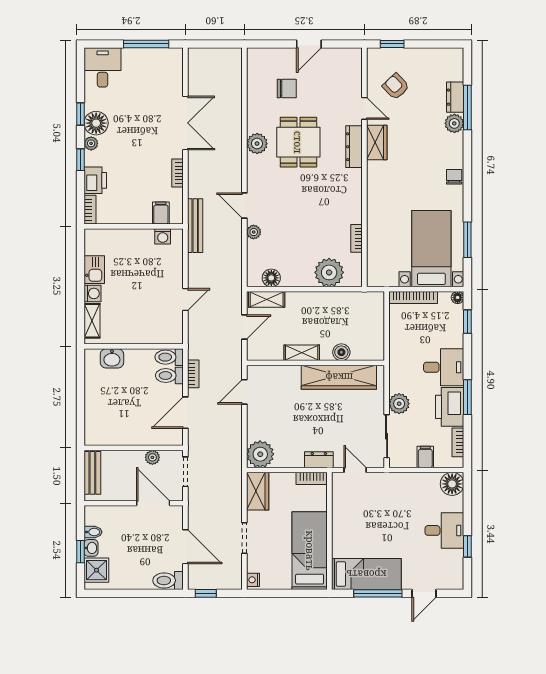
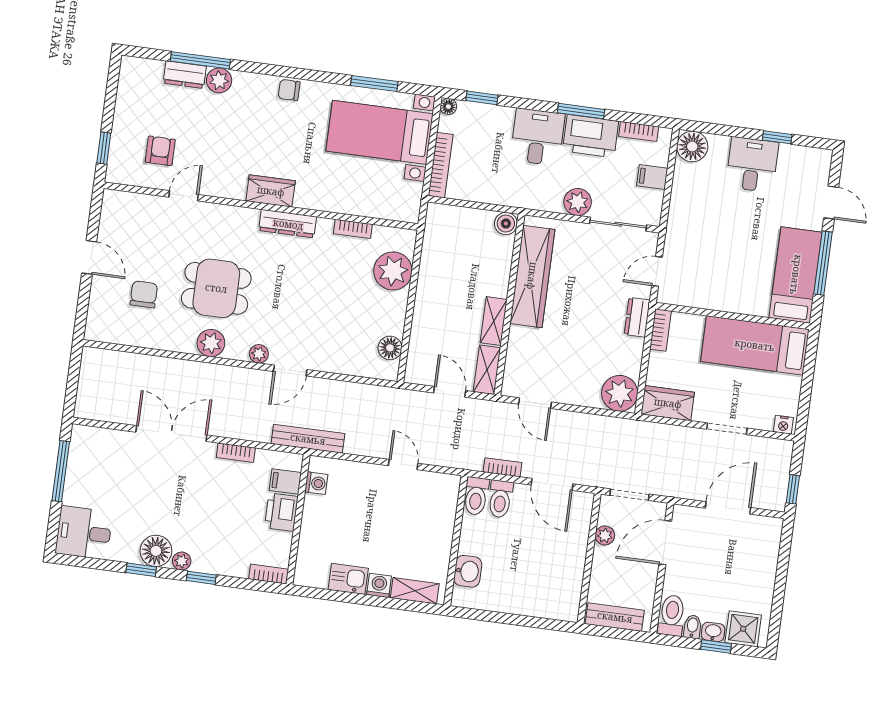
armchair: (396, 86) -> (160, 151), turned 134
wardrobe: (377, 143) -> (271, 191), moved
dresser: (354, 147) -> (288, 224), moved
printer: (95, 180) -> (281, 512), moved, turned -90
plant: (254, 232) -> (259, 354), moved
shelving: (267, 299) -> (487, 370), moved
boiler: (341, 352) -> (506, 224), moved
toilet: (168, 580) -> (672, 615), moved, turned 180

